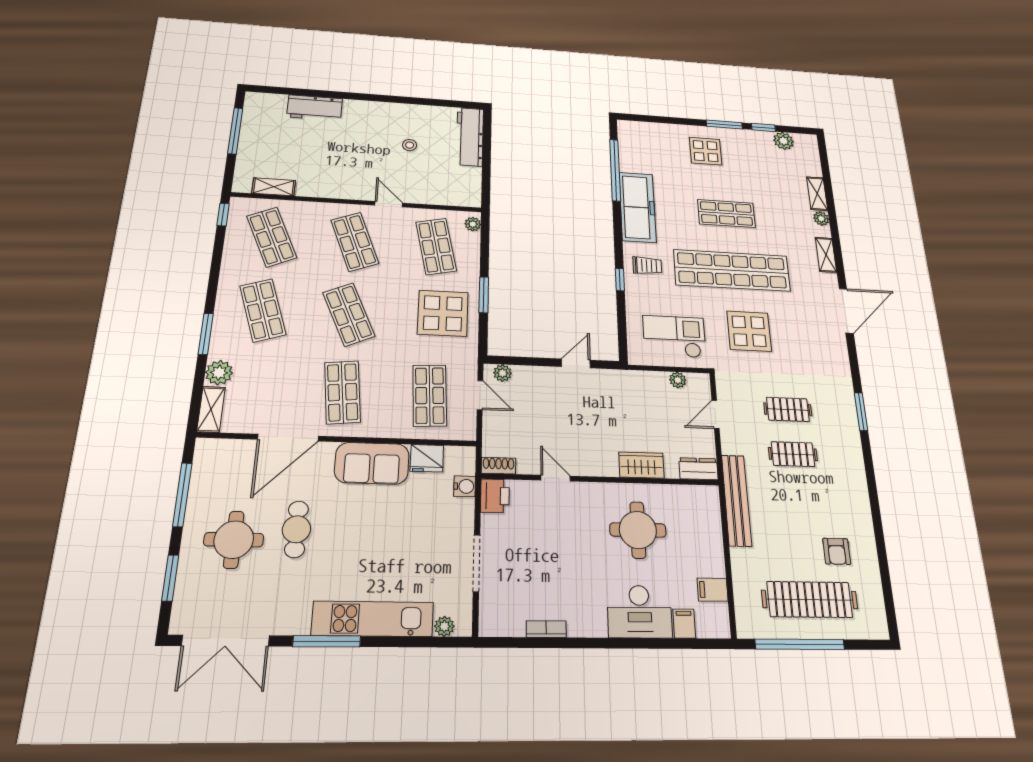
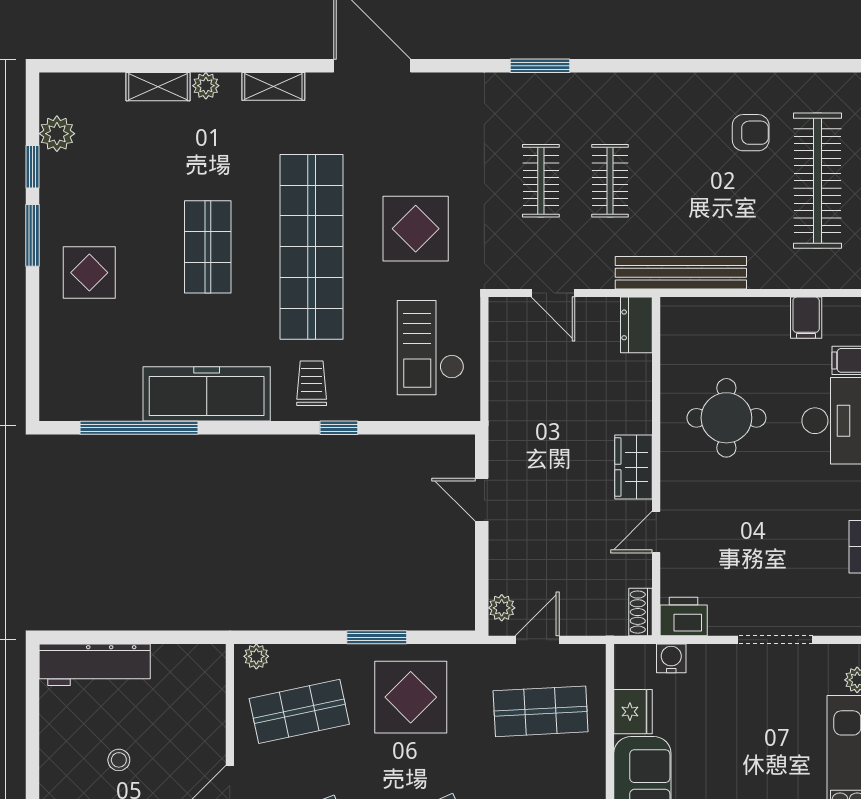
plant: (678, 380) -> (501, 347), removed
wardrobe: (641, 465) -> (634, 467), moved

